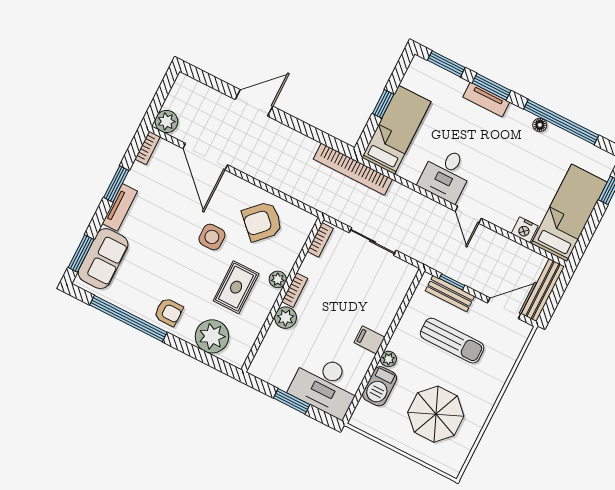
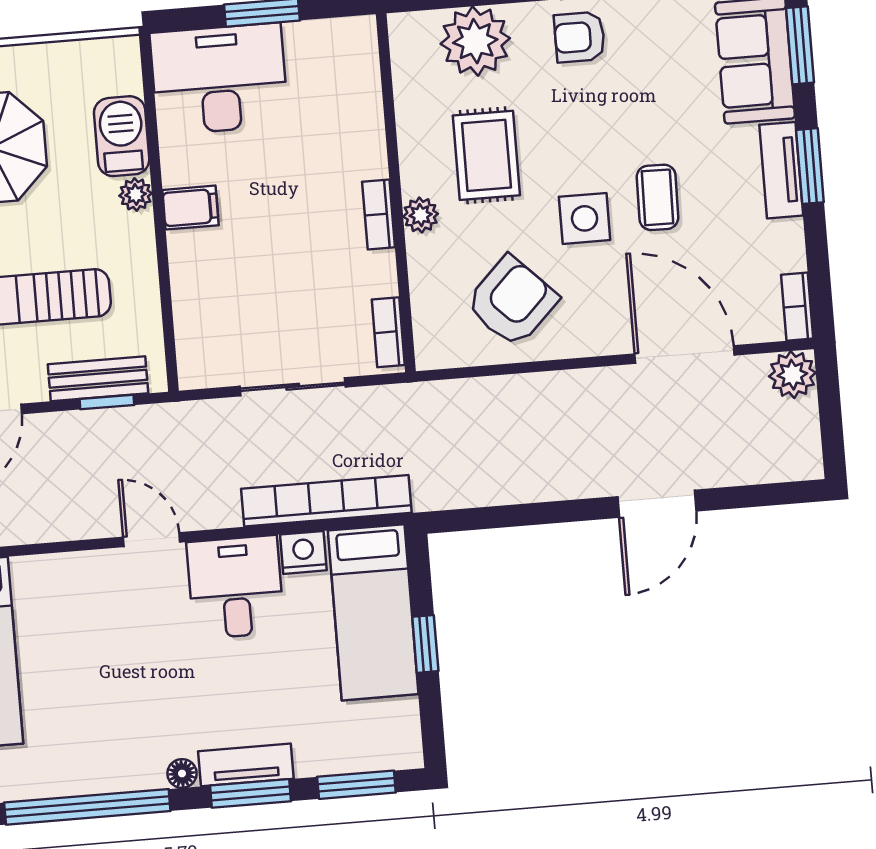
floor lamp: (540, 125) -> (182, 773), moved
bookcase: (353, 169) -> (326, 501), moved
window: (116, 184) -> (810, 166), moved
coffee table: (177, 227) -> (657, 197), added
nightstand: (525, 230) -> (303, 552), moved
plant: (286, 318) -> (365, 155), removed

